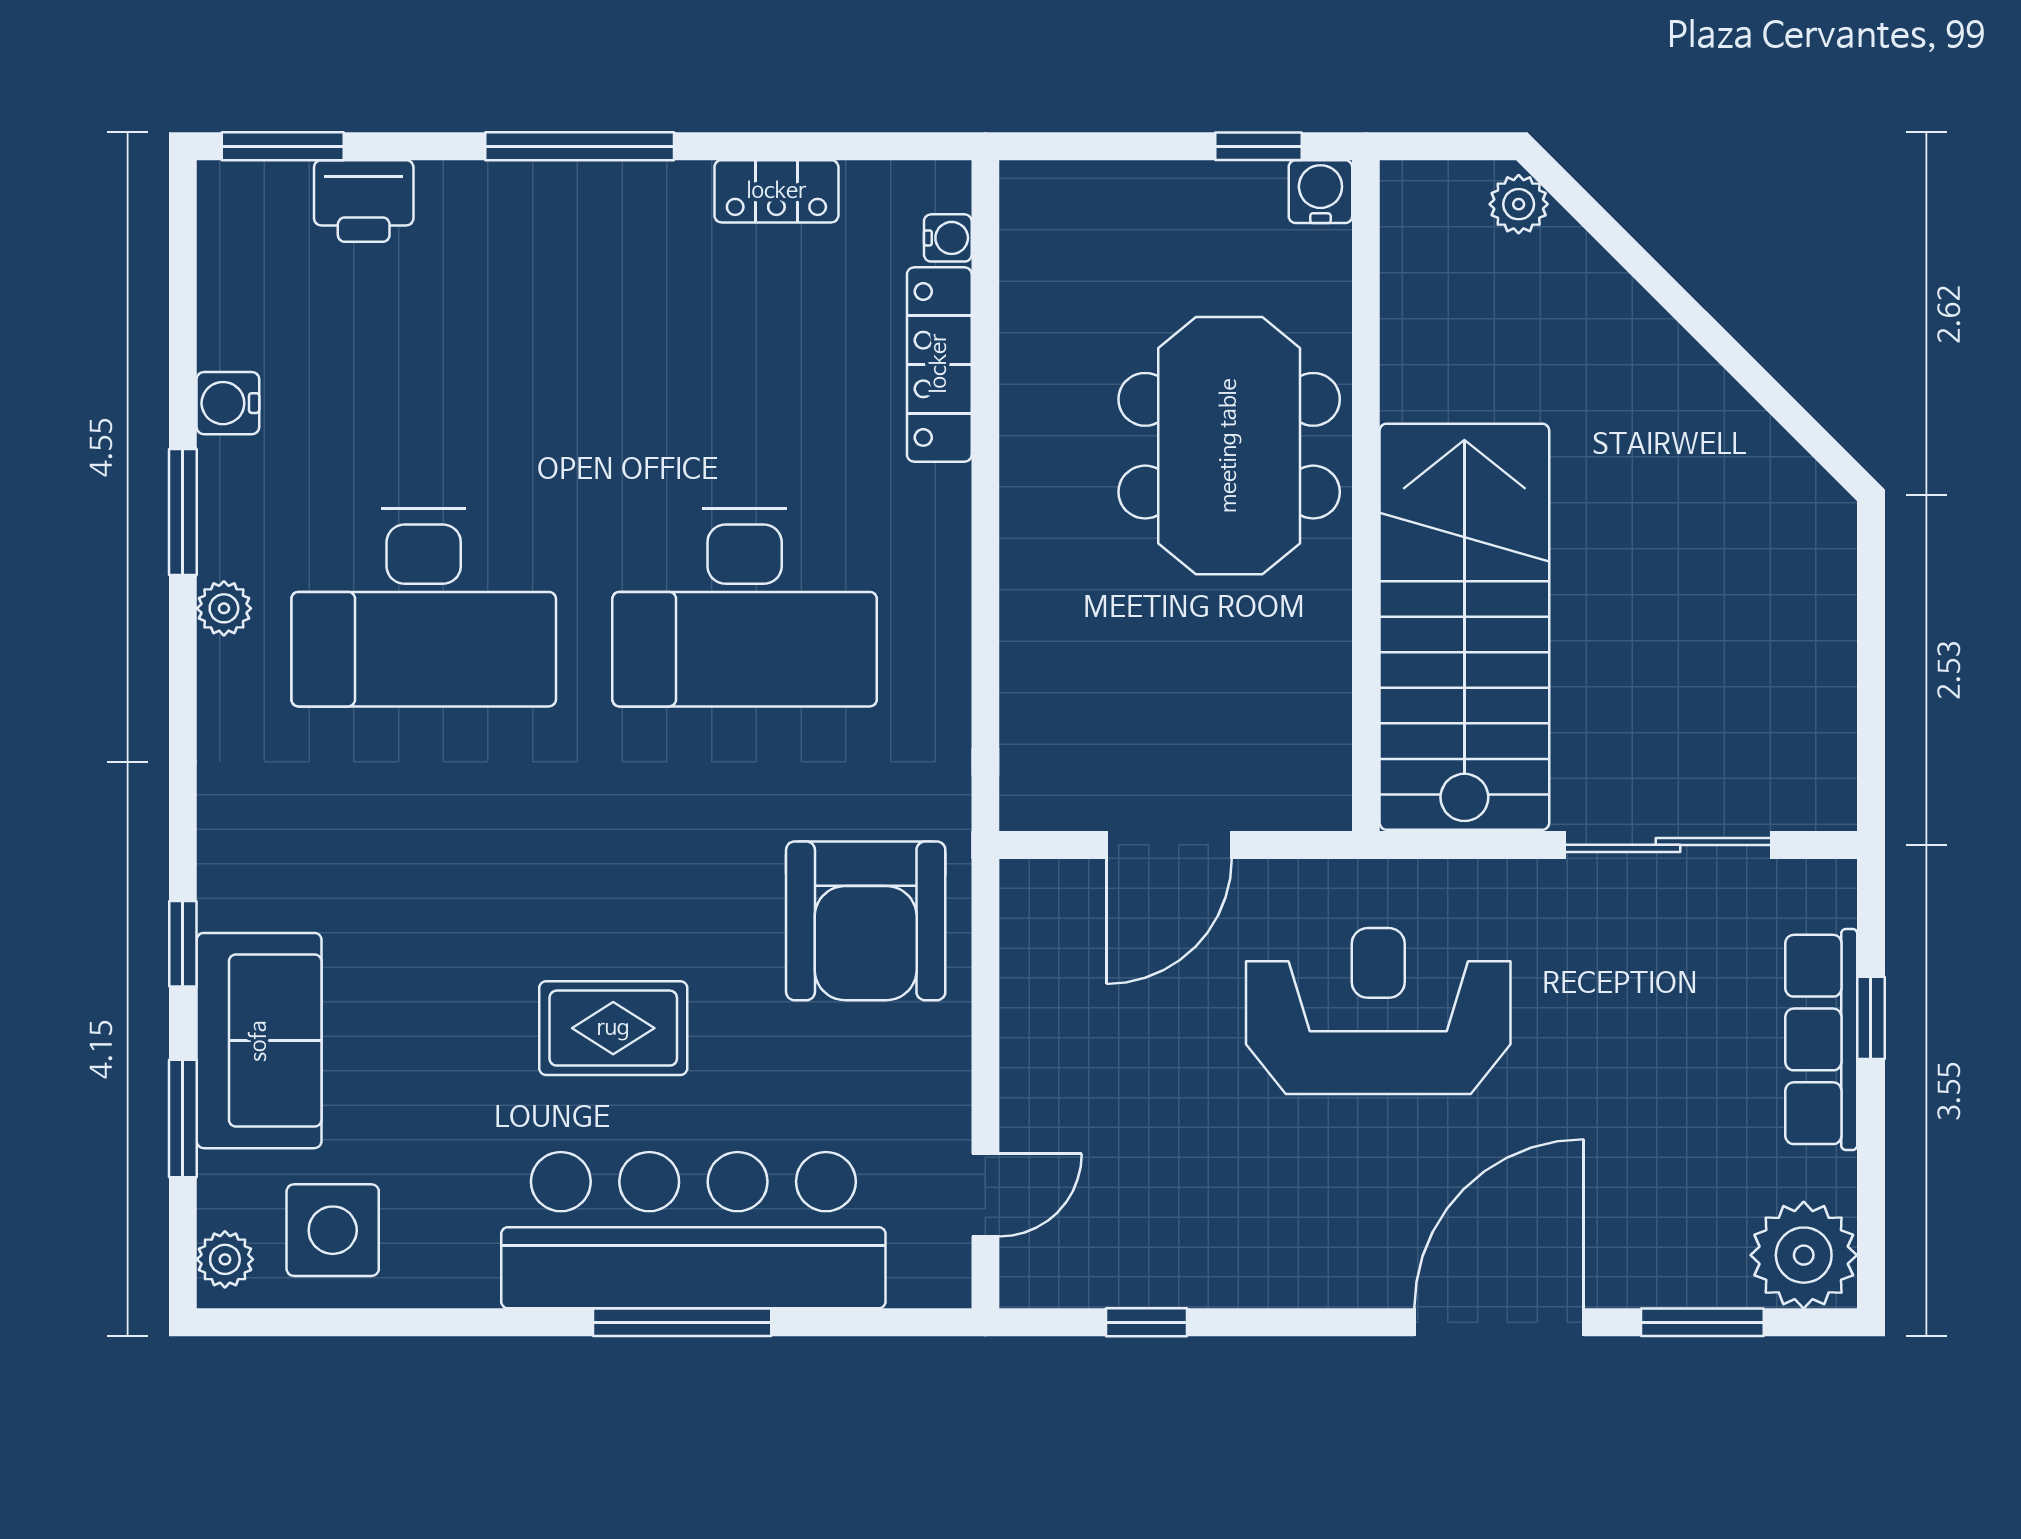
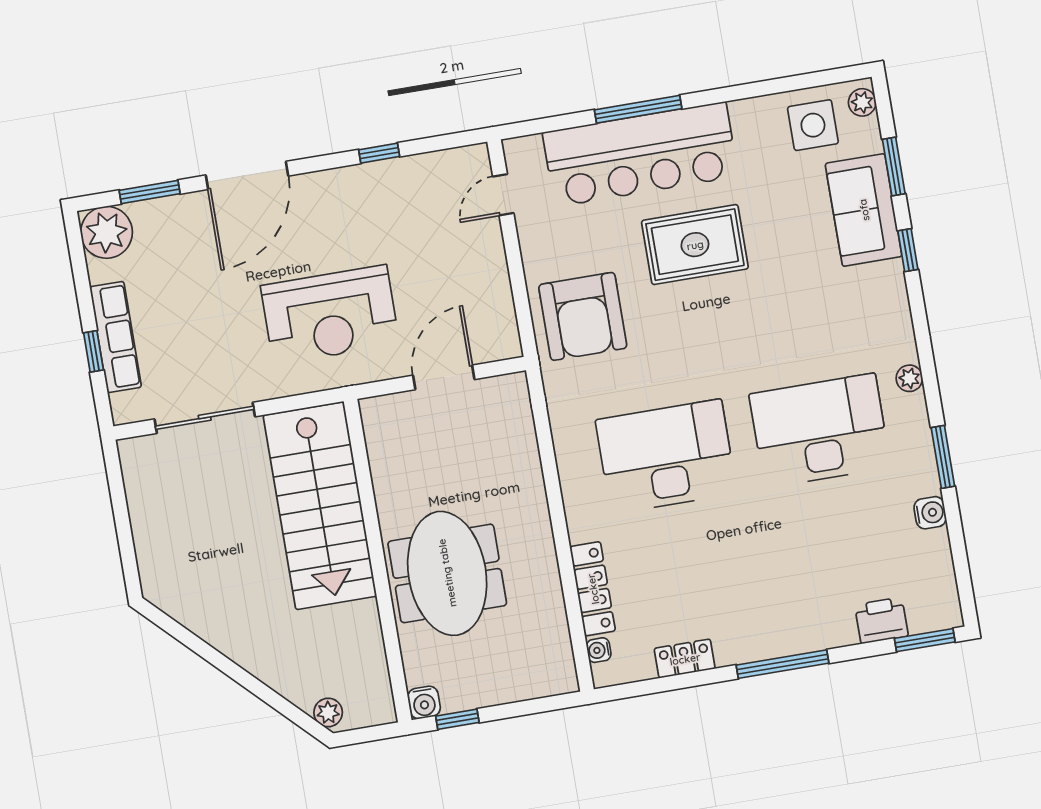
plant: (224, 608) -> (909, 378), moved
armchair: (866, 921) -> (583, 316), turned 180
rug: (613, 1028) -> (695, 245), width x1.36, depth x1.43
window: (1146, 1322) -> (379, 153), moved

